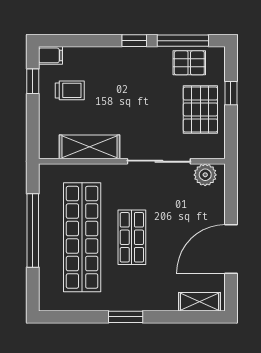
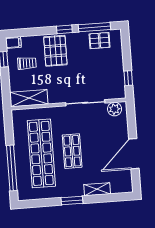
window: (231, 93) -> (128, 78), moved
pallet: (200, 109) -> (55, 51), moved
shelving: (89, 147) -> (29, 98), moved
window: (33, 230) -> (12, 168), moved
shelving: (199, 302) -> (97, 189), moved

